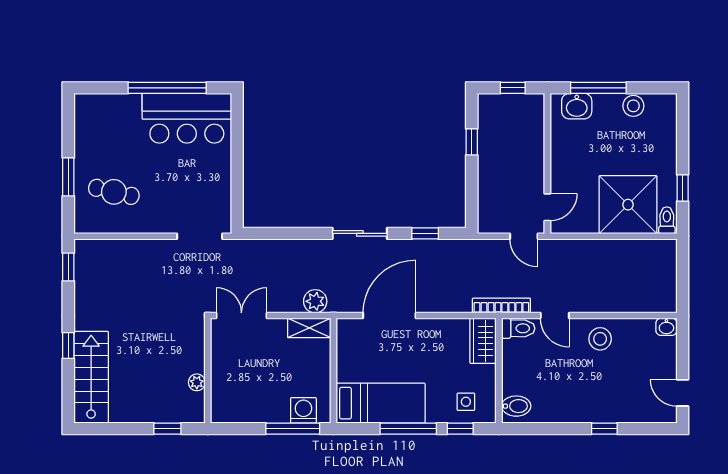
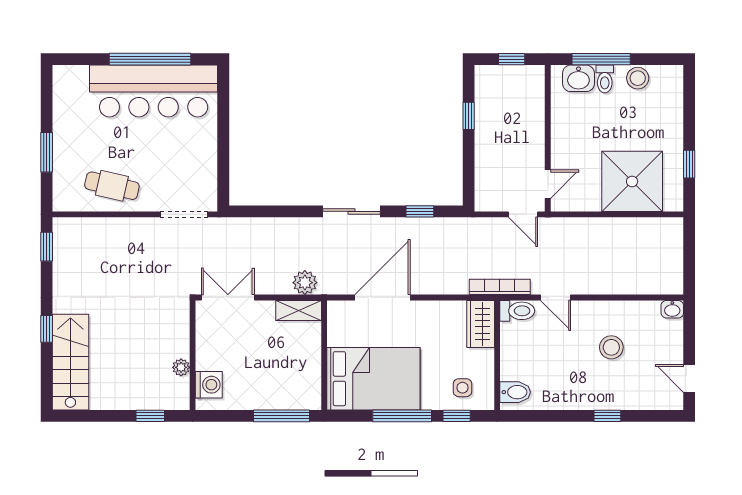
bar counter: (187, 118) -> (154, 91), width x1.36
cafe table: (114, 192) -> (112, 186), moved
toilet: (667, 220) -> (605, 79), moved, turned 180
stool: (600, 339) -> (611, 347), moved
bed: (381, 403) -> (373, 379), width x1.50
washing machine: (303, 410) -> (209, 385), moved, turned 90

